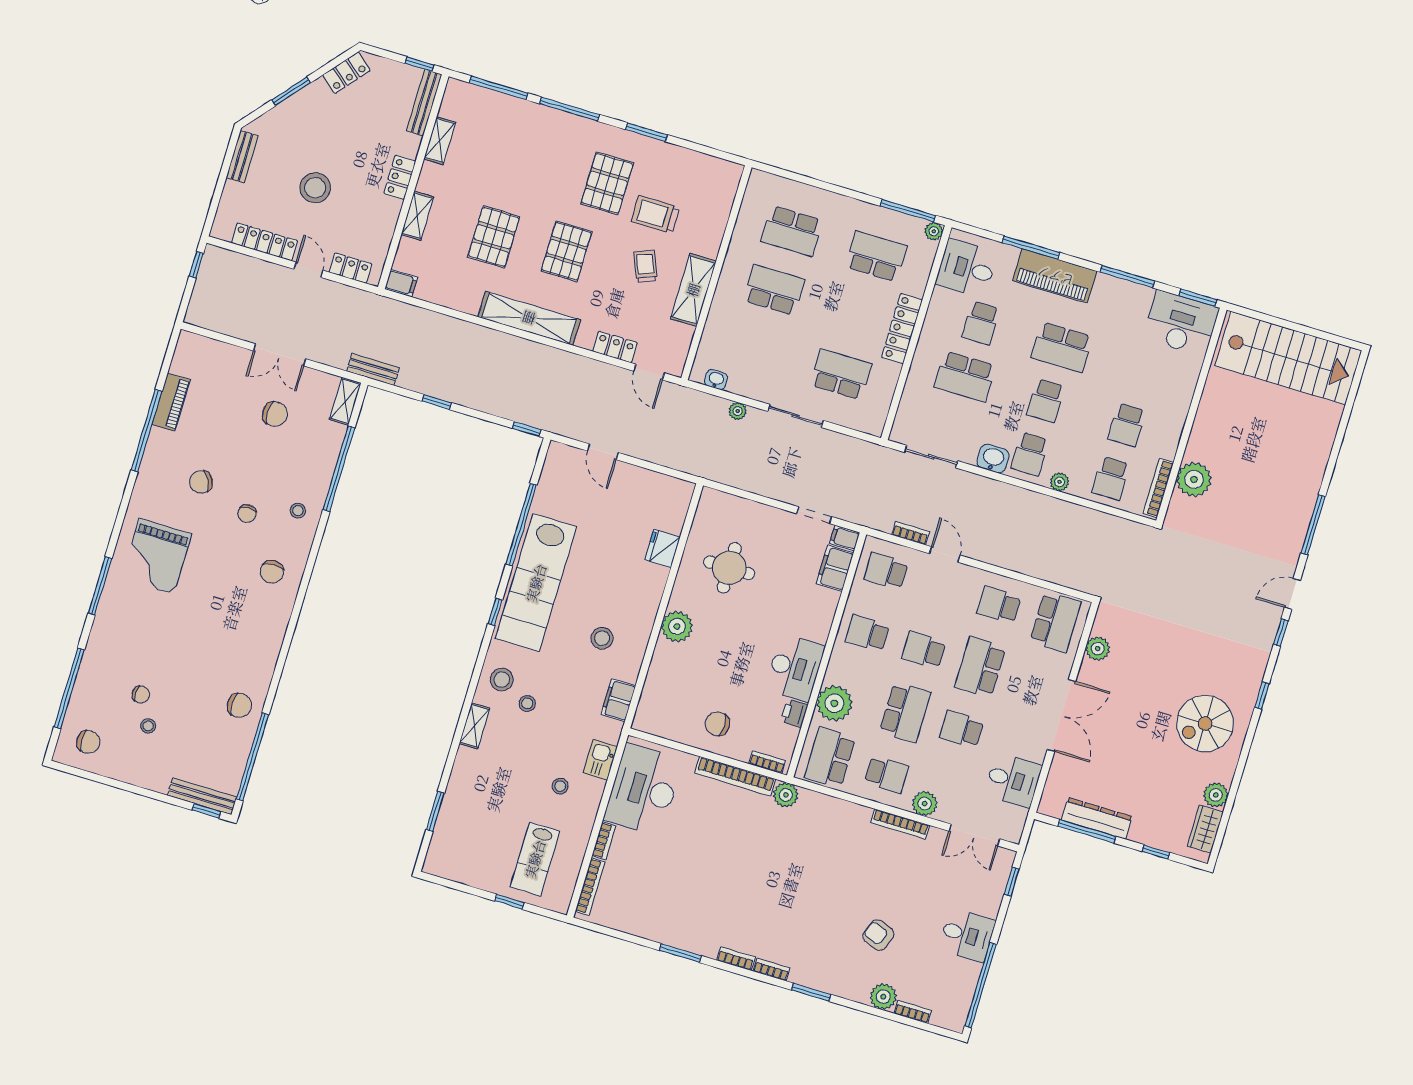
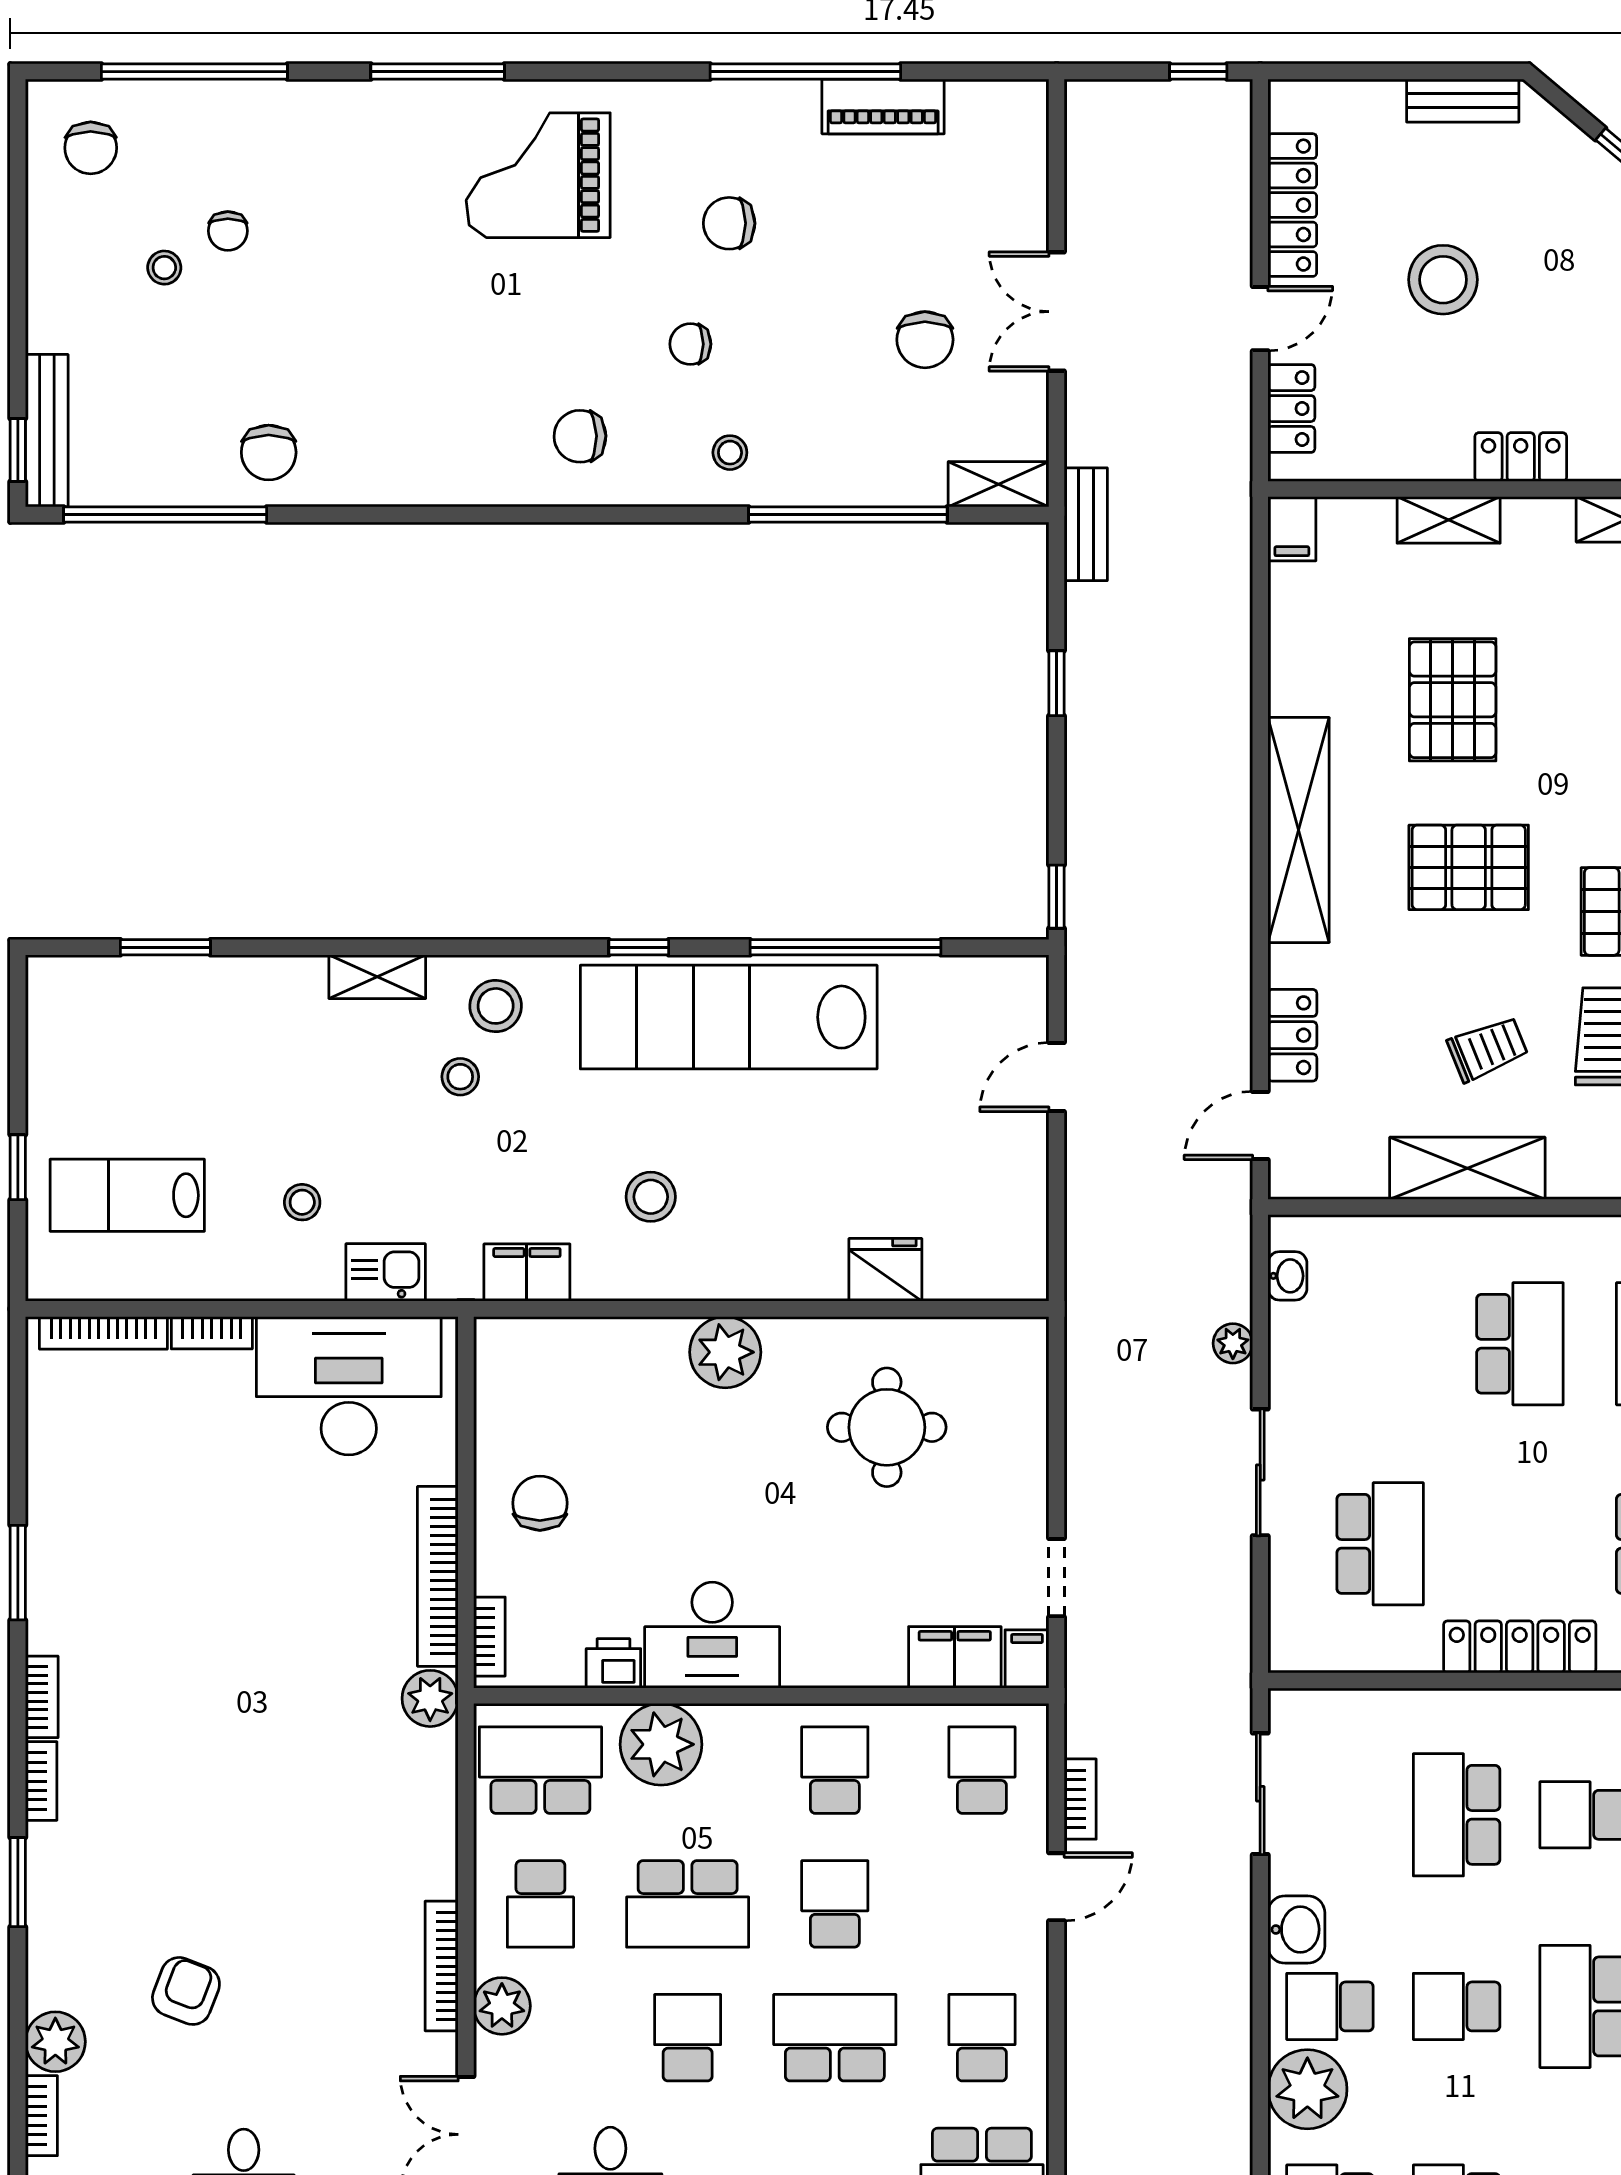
pallet: (494, 237) -> (1453, 700), turned 90
chair: (201, 482) -> (729, 223), turned -63
plant: (1060, 482) -> (1307, 2089), width x1.88, depth x1.88

